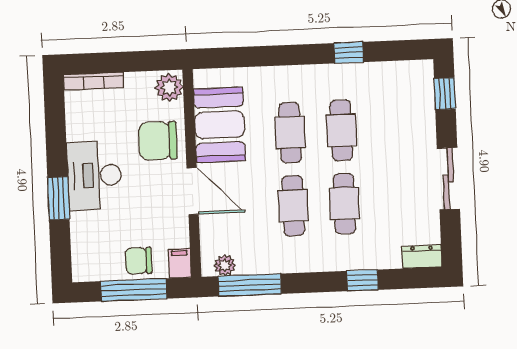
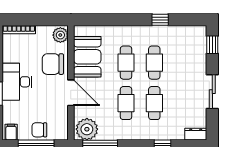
filing cabinet: (180, 263) -> (11, 132), moved
plant: (225, 265) -> (87, 129), width x1.87, depth x1.87

